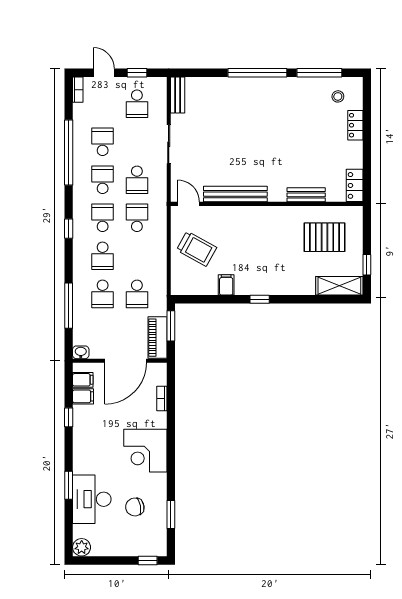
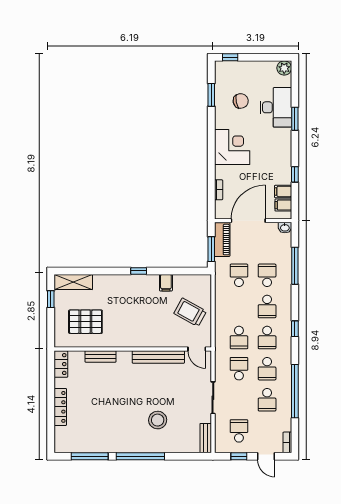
stool: (338, 96) -> (158, 420), moved, width x1.89, depth x1.89
locker: (355, 125) -> (60, 407), width x1.53
school desk: (103, 256) -> (267, 306), turned 180

